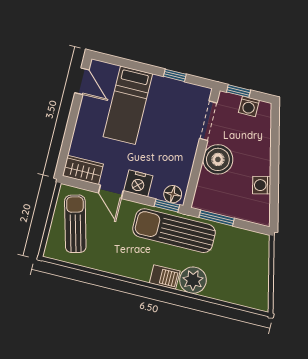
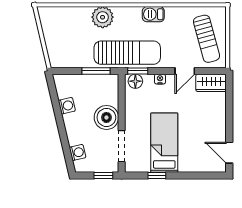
bed: (128, 105) -> (164, 143), moved
washing machine: (249, 106) -> (78, 152), moved, turned 77
nightstand: (138, 183) -> (160, 79), width x0.53, depth x0.56
door: (111, 192) -> (185, 71), swing flipped
barbecue: (165, 277) -> (153, 14), moved

